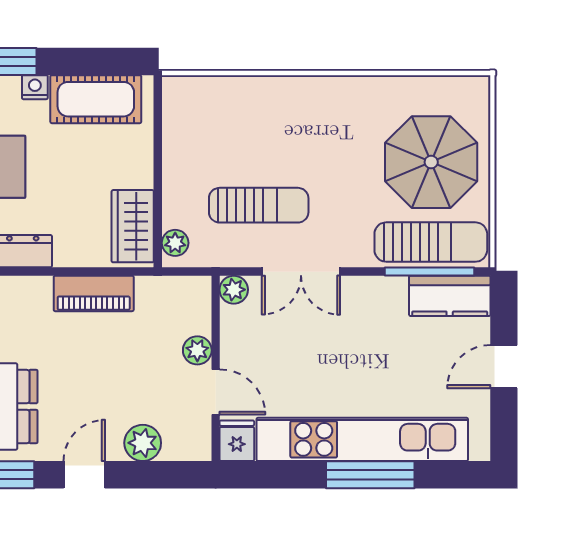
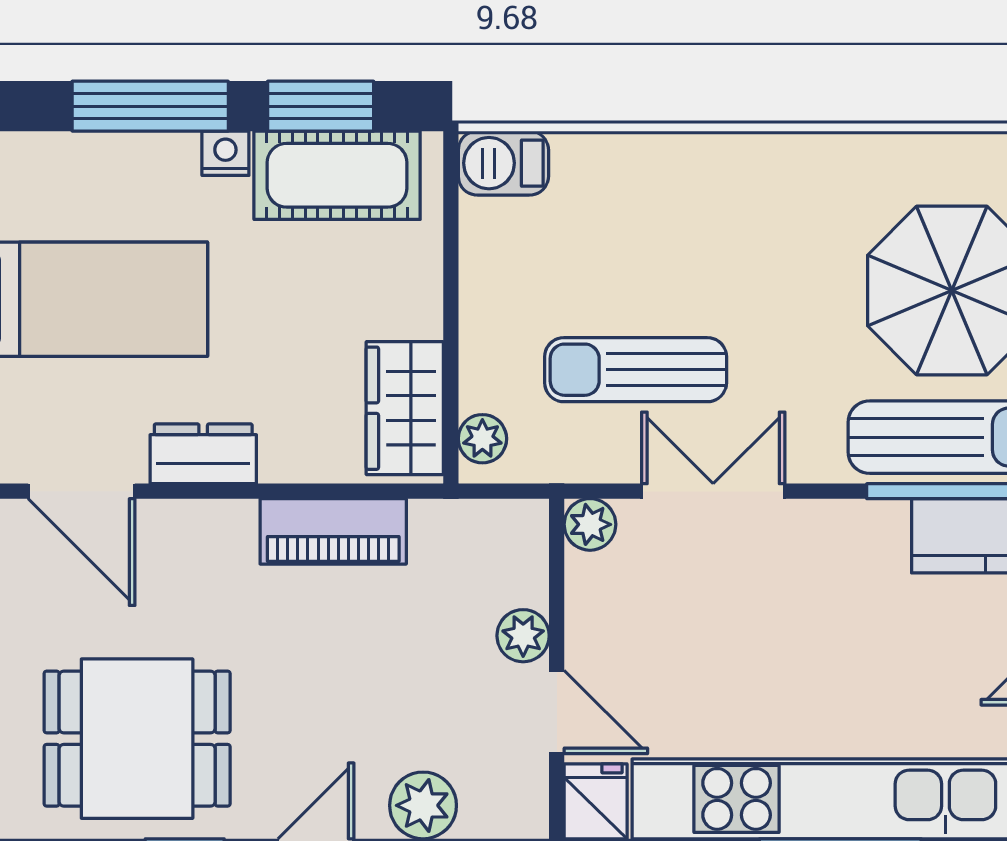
window: (87, 61) -> (321, 106), added
barbecue: (187, 93) -> (503, 163), added
sun lounger: (259, 205) -> (636, 370), turned 180
double door: (301, 272) -> (713, 491), swing flipped

